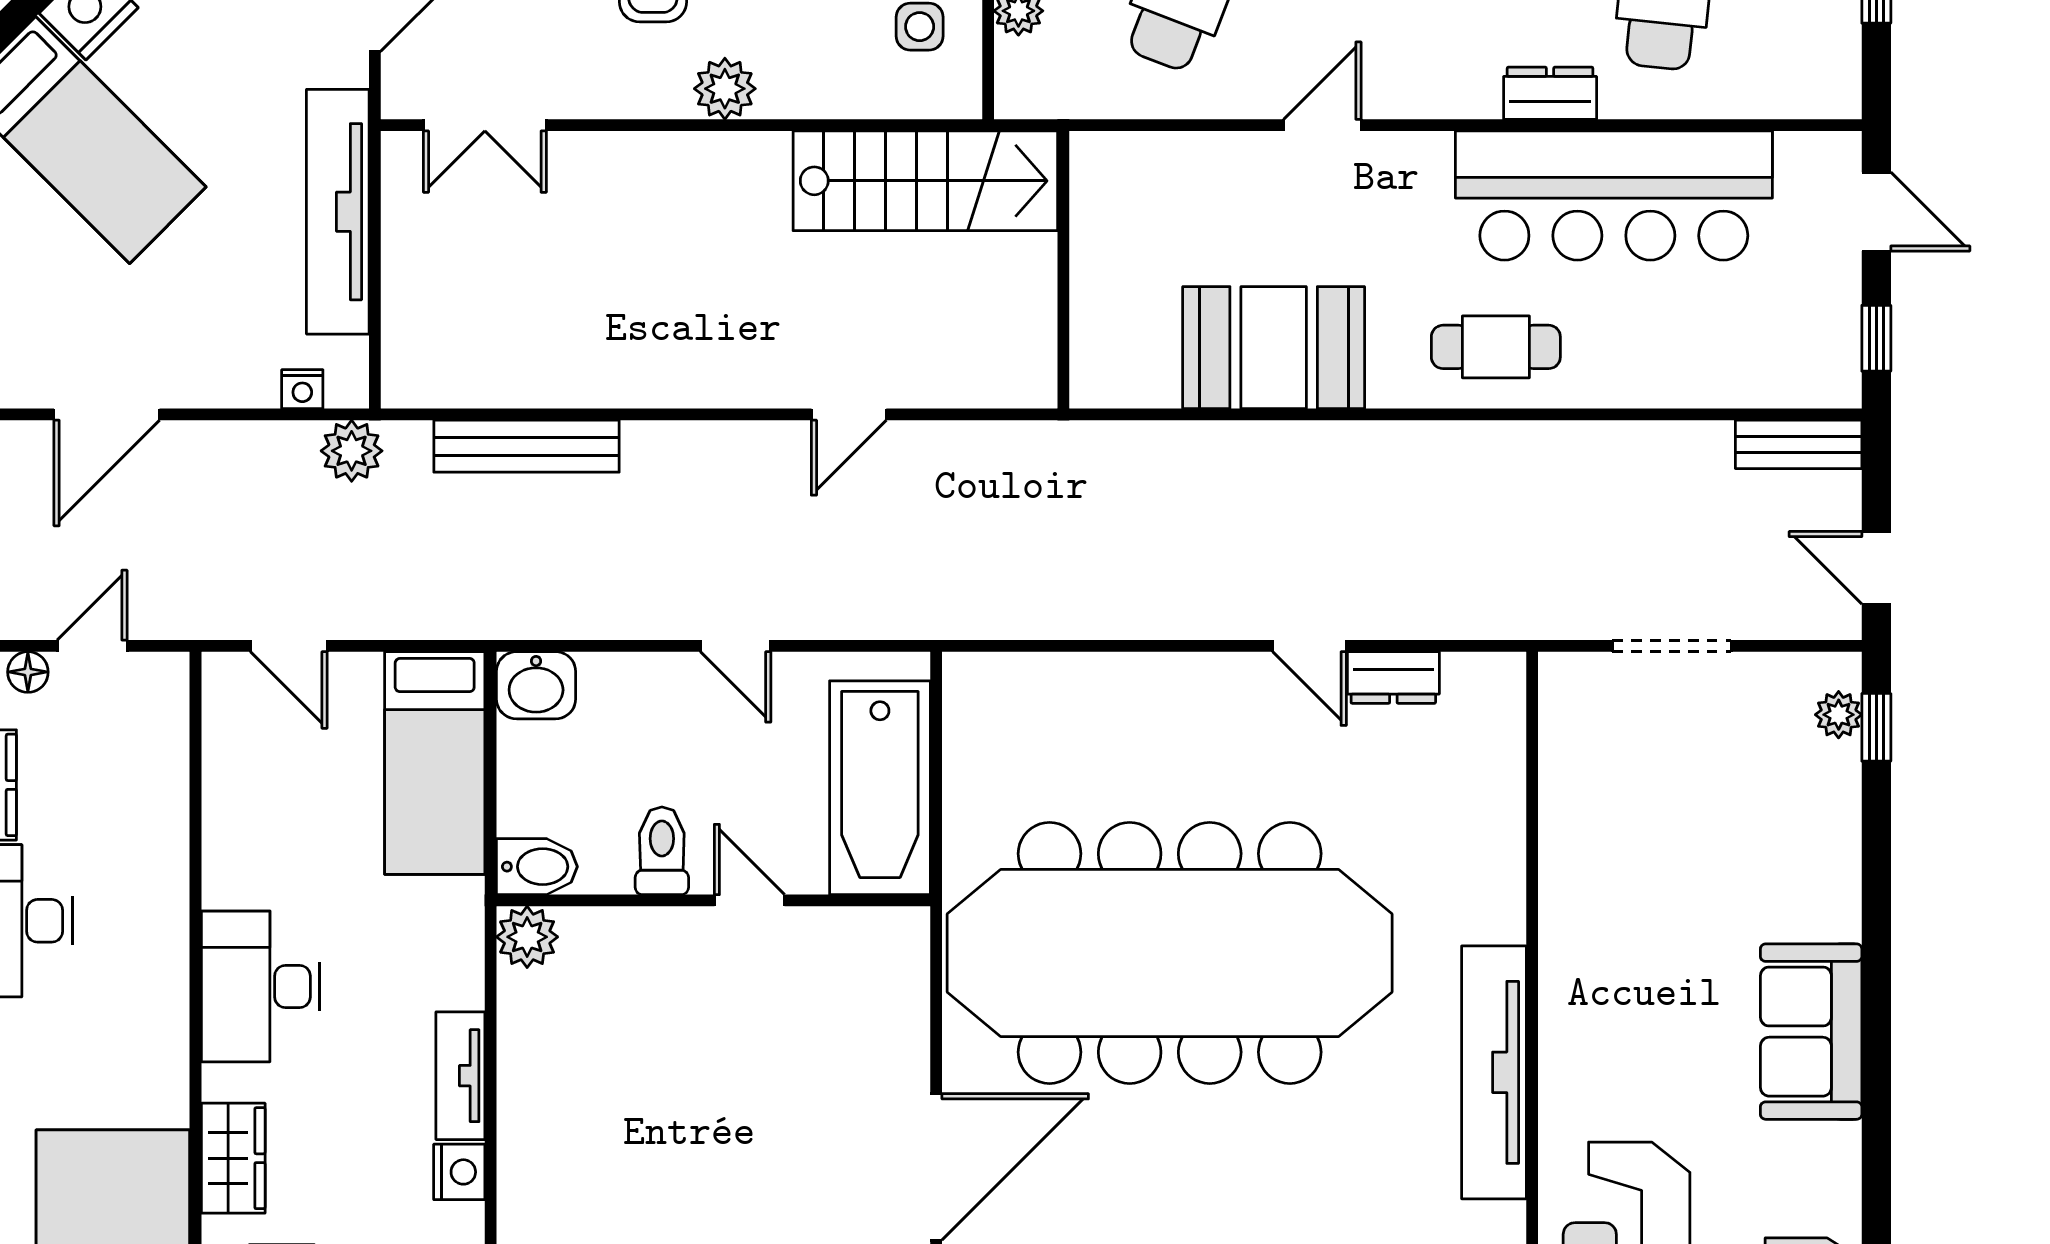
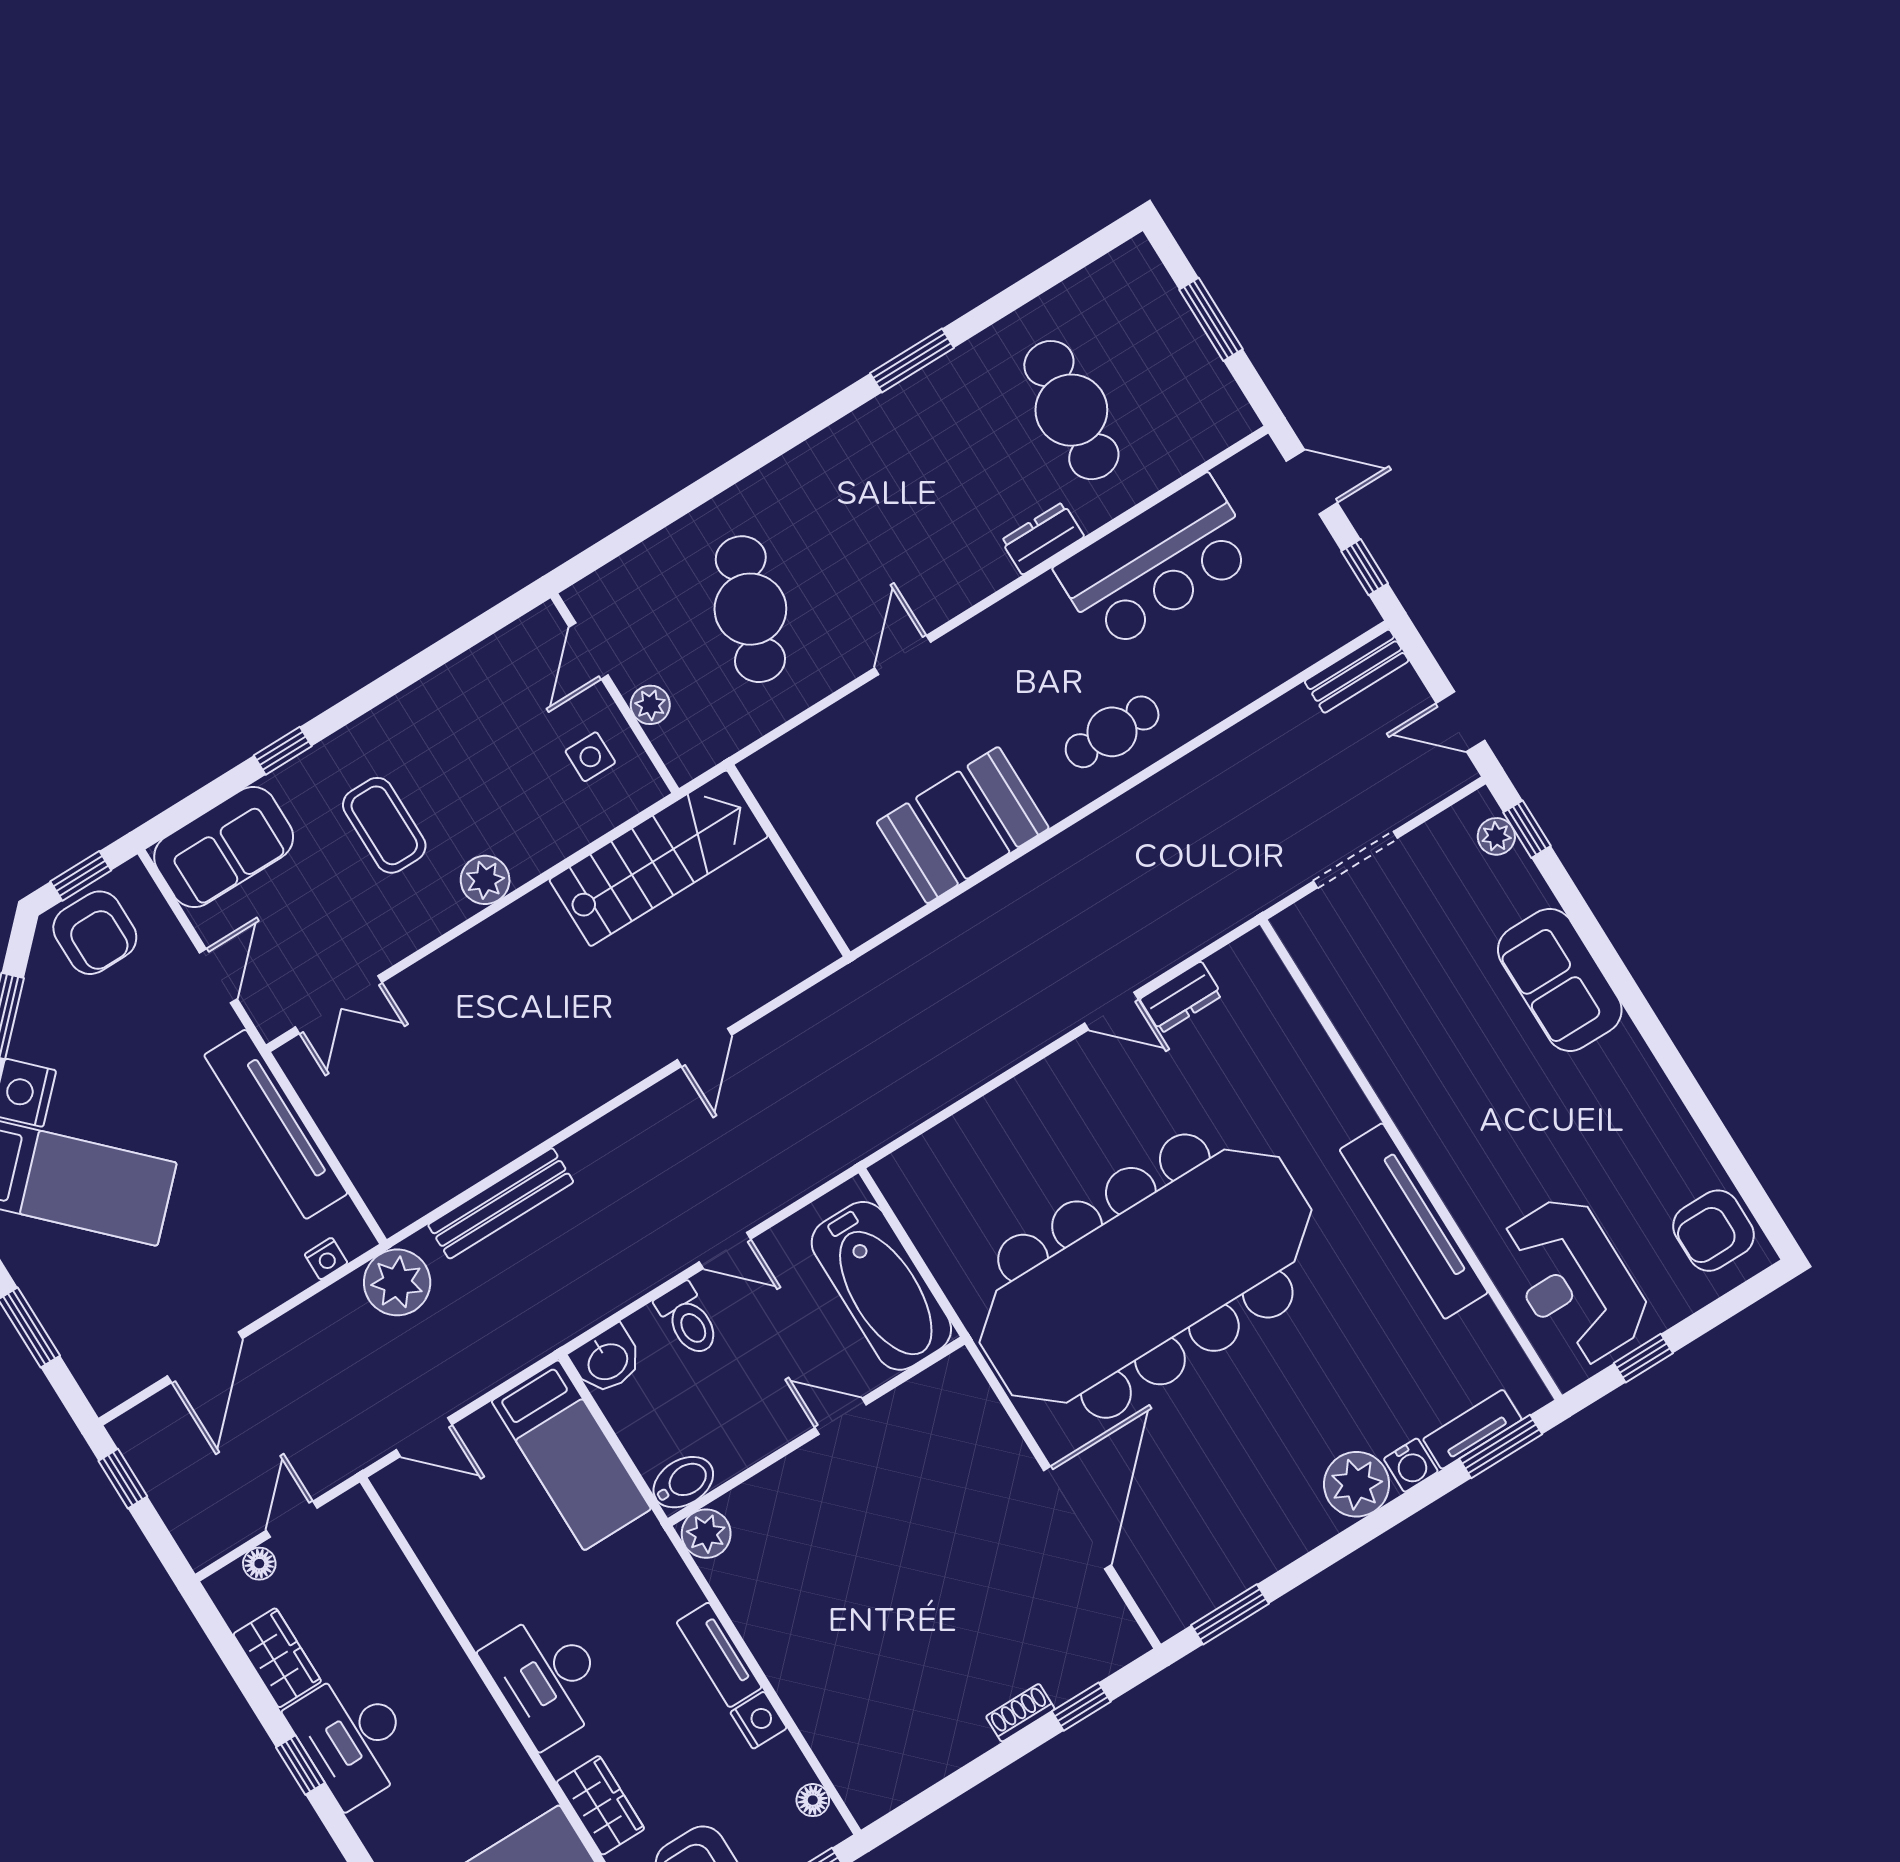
bar counter: (1614, 196) -> (1157, 563), width x0.73
plant: (352, 451) -> (397, 1282), width x1.36, depth x1.36
toilet: (662, 851) -> (688, 1320), moved, turned 180
sofa: (1811, 1032) -> (1560, 980), moved

